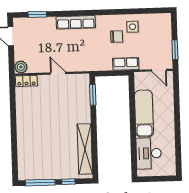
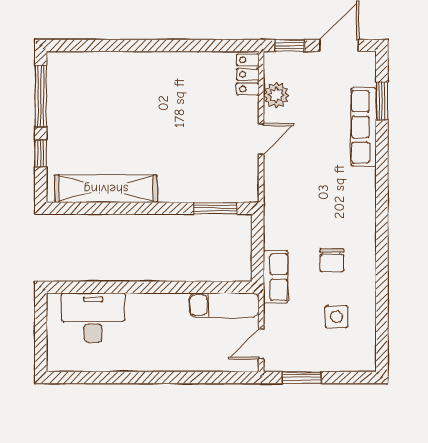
row of seats: (76, 22) -> (364, 127), moved
side table: (132, 27) -> (337, 317), moved
window: (11, 61) -> (290, 46), added
plant: (21, 67) -> (276, 95), moved
exam couch: (144, 114) -> (224, 305), moved, width x0.73, depth x0.69

